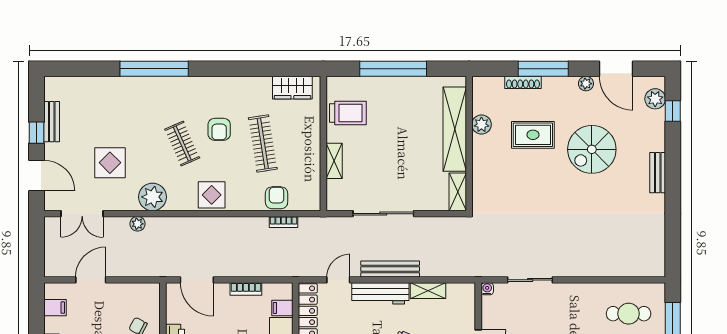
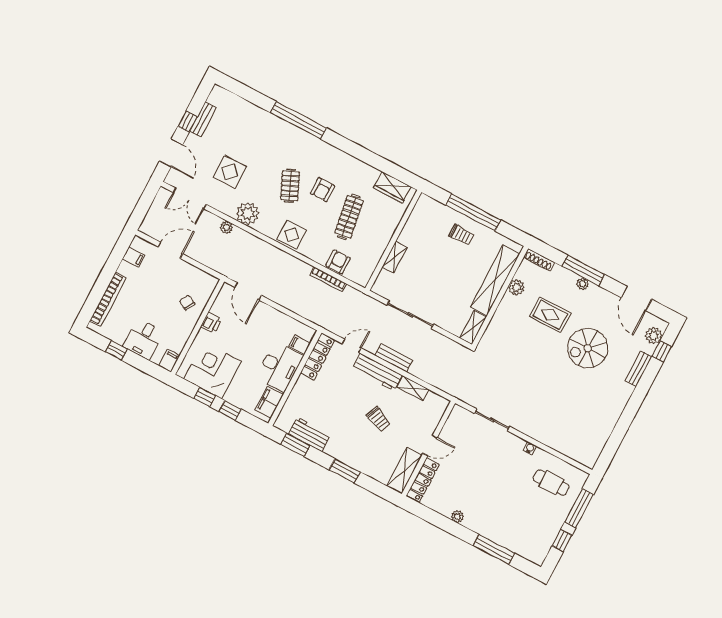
shoe rack: (523, 82) -> (539, 260), moved
plant: (586, 84) -> (583, 284), moved
trolley: (348, 113) -> (461, 235), moved, width x0.73, depth x0.72
bench: (658, 173) -> (638, 369), moved
bookcase: (284, 222) -> (328, 279), width x1.56
bench: (390, 269) -> (394, 358), width x0.73
bookcase: (246, 289) -> (281, 317), removed
water cooler: (487, 289) -> (530, 448), moved

